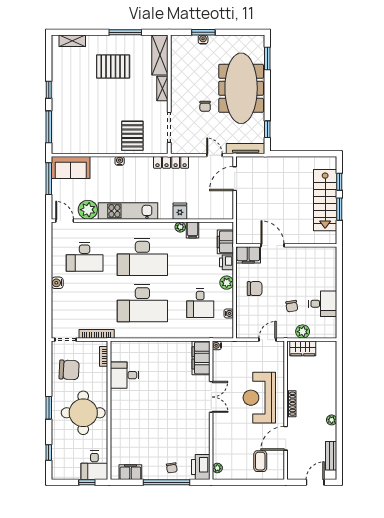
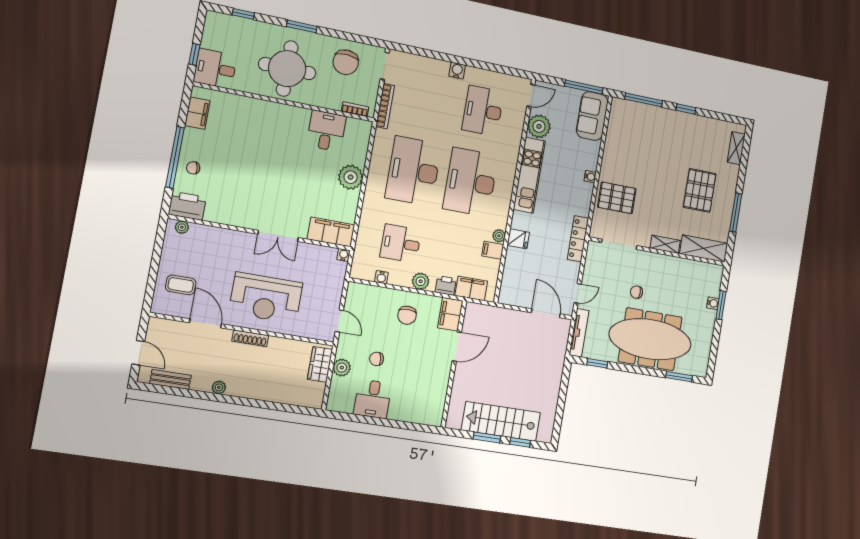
plant: (156, 351) -> (351, 177), added
reception desk: (259, 398) -> (266, 298), turned 180

